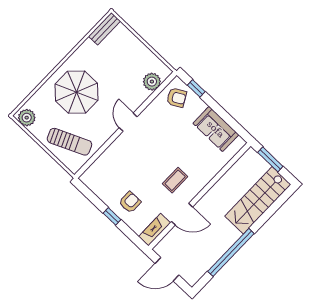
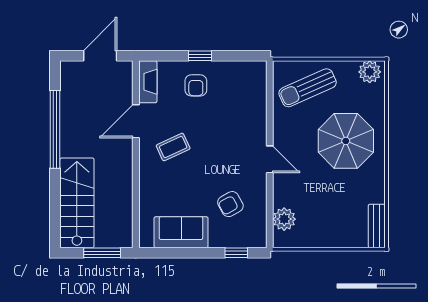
armchair: (177, 98) -> (230, 204), moved
coffee table: (175, 180) -> (173, 147), turned 65

